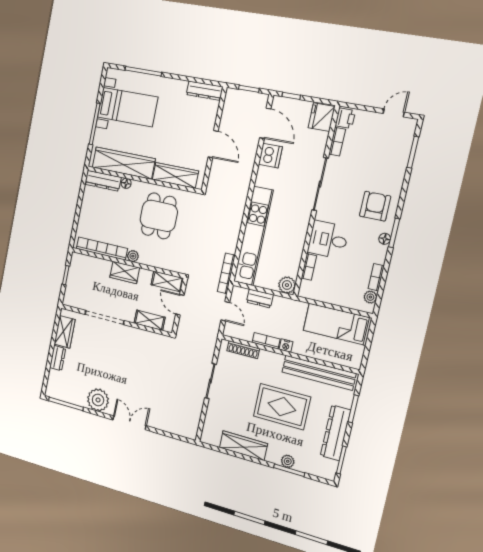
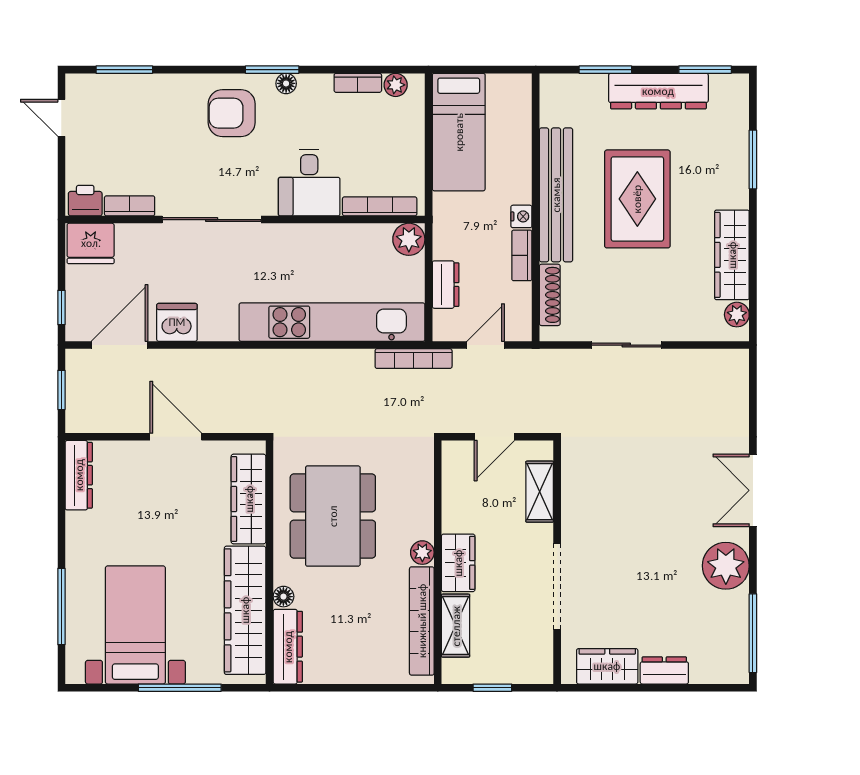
door: (213, 144) -> (176, 437), hinge flipped
dining table: (159, 216) -> (333, 516), width x1.37
bookcase: (309, 267) -> (380, 206), width x1.56
shelving: (167, 281) -> (456, 626), moved
bench: (319, 373) -> (556, 195), moved
plant: (288, 461) -> (737, 315), moved

